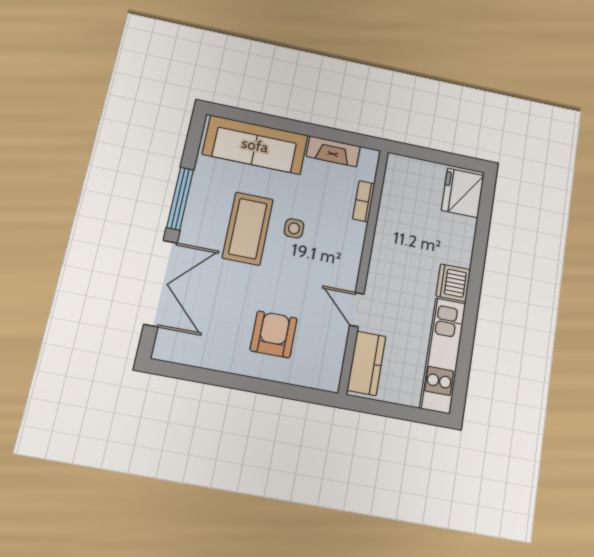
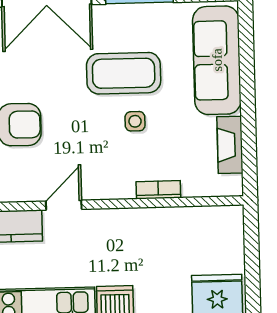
bookcase: (364, 201) -> (158, 190), moved

